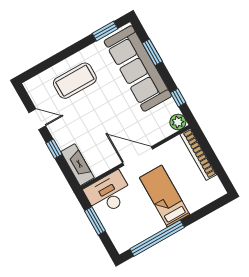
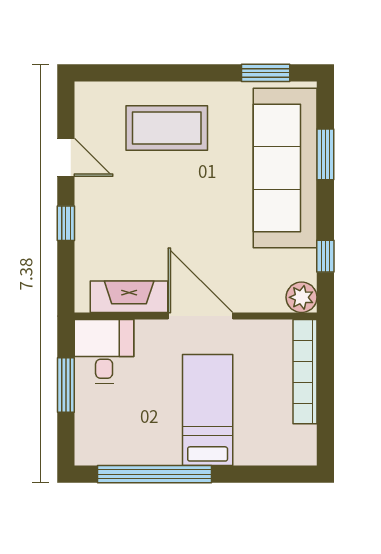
fireplace: (78, 165) -> (129, 297), moved, turned -90
desk: (108, 193) -> (104, 351), width x0.73

